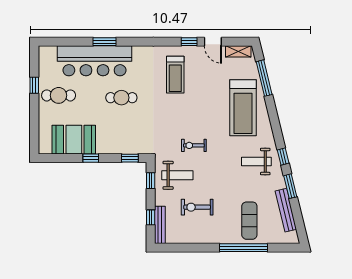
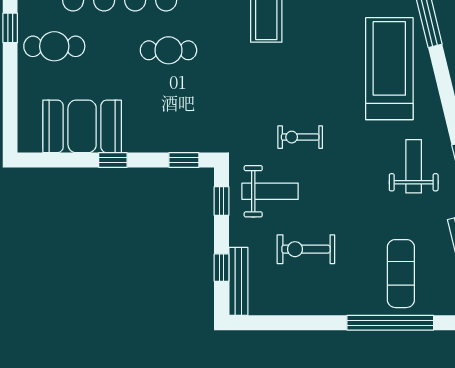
treadmill: (243, 108) -> (389, 69), turned 180
weight bench: (256, 162) -> (414, 166), turned 90

